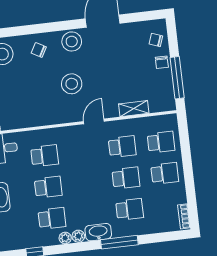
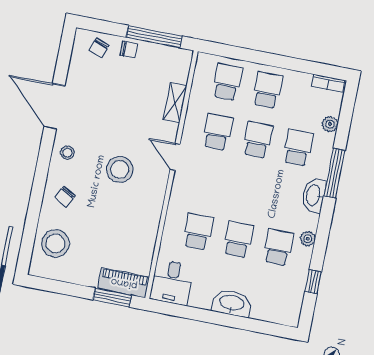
stool: (72, 41) -> (67, 153), width x0.53, depth x0.53
plant: (78, 236) -> (330, 124), moved

